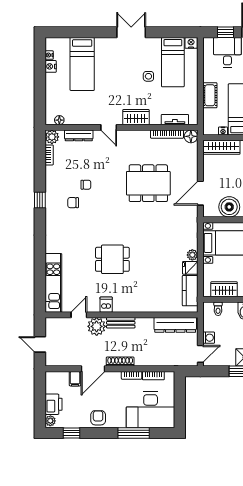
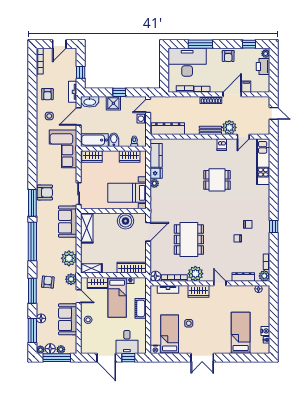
plant: (140, 140) -> (195, 274), added
dining table: (148, 183) -> (189, 240), turned 90

